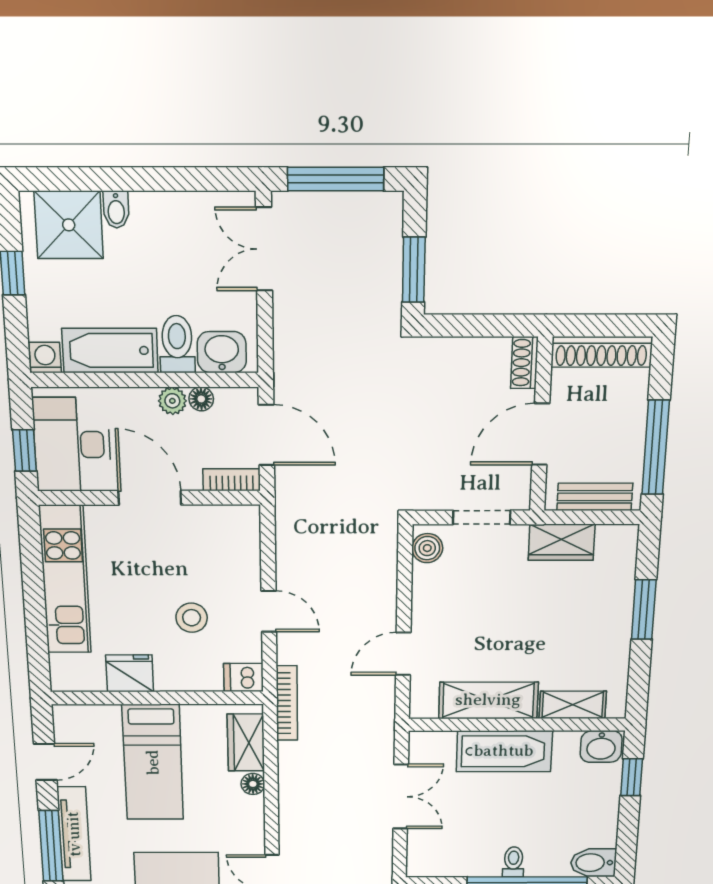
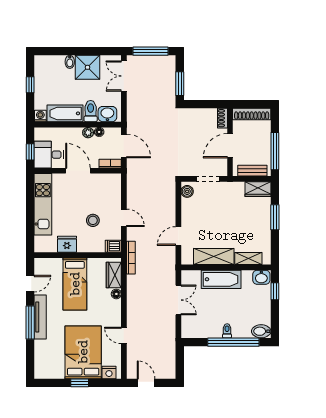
shower: (69, 225) -> (87, 67), moved
desk: (72, 445) -> (49, 155), width x0.73
wardrobe: (562, 542) -> (258, 189), moved

